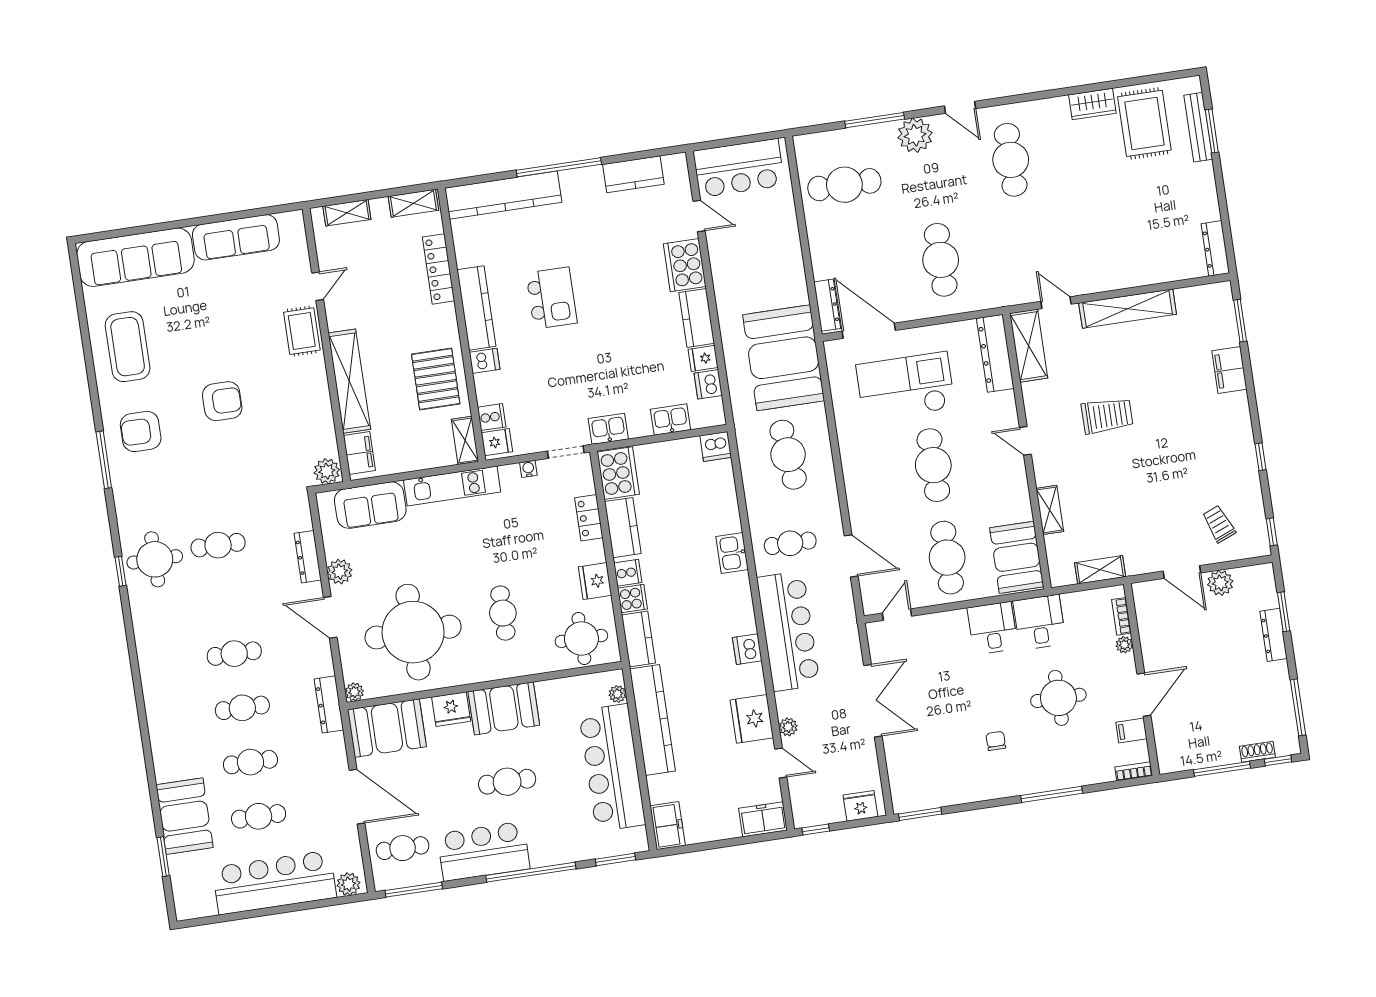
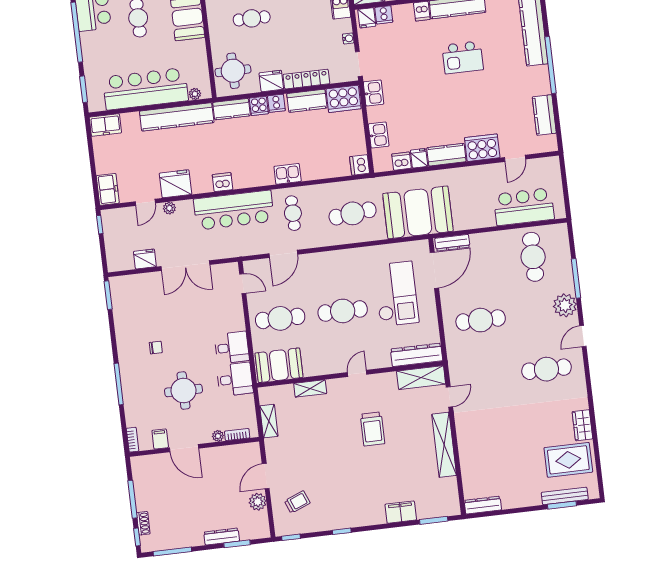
bar counter: (739, 168) -> (524, 207), moved, turned 90
locker: (589, 518) -> (306, 79), width x1.53
fridge: (860, 806) -> (145, 259), moved, turned -90

